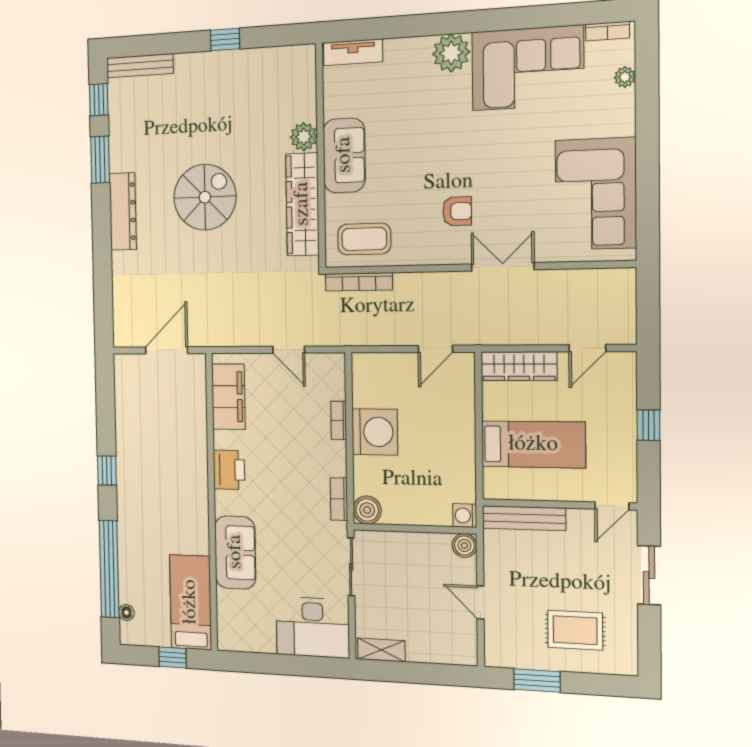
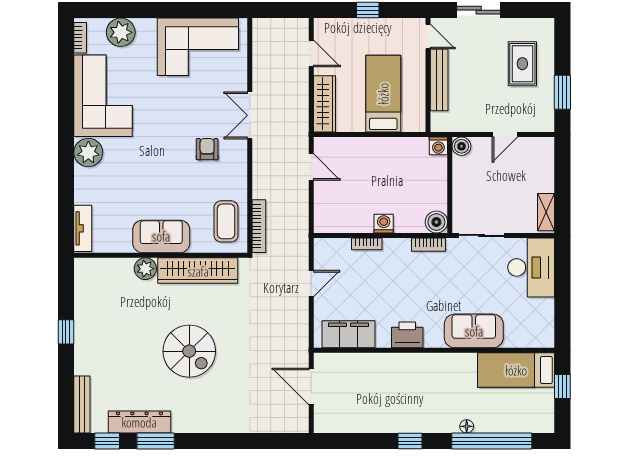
plant: (625, 77) -> (121, 32), width x1.87, depth x1.87
spiral stairs: (205, 197) -> (189, 351), turned 180
dresser: (123, 212) -> (139, 422), moved
washing machine: (375, 432) -> (384, 224), width x0.53, depth x0.53
bench: (524, 518) -> (439, 80), moved
floor lamp: (126, 613) -> (467, 426), moved

